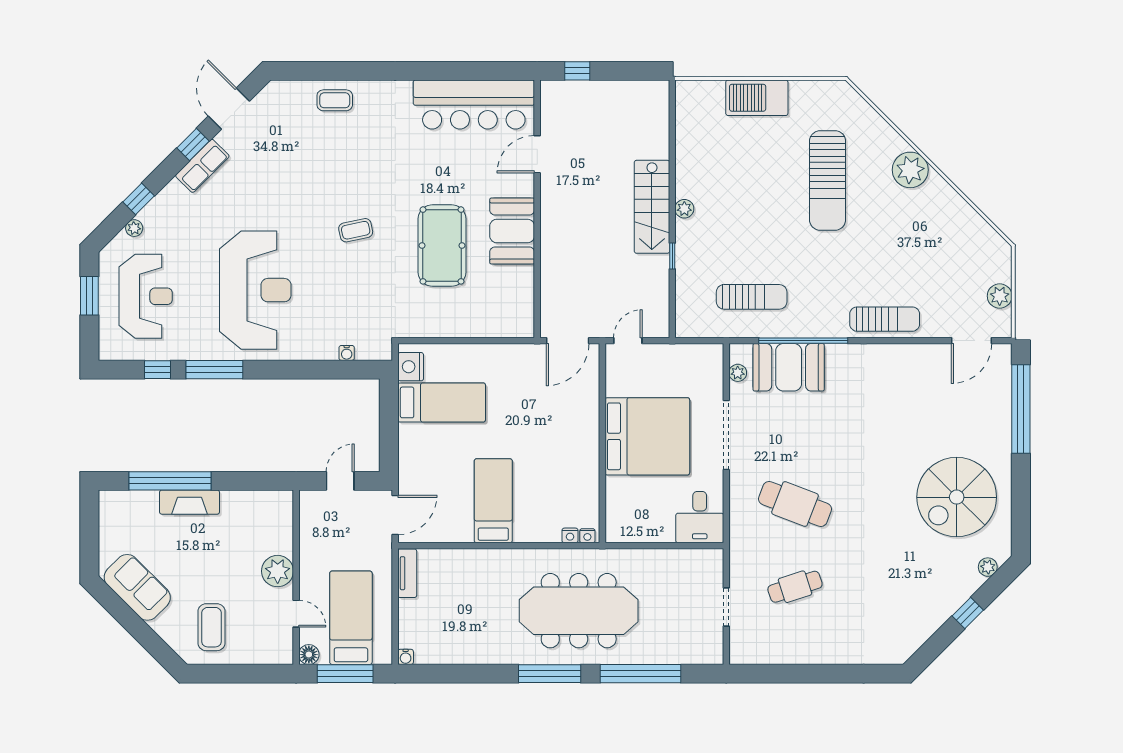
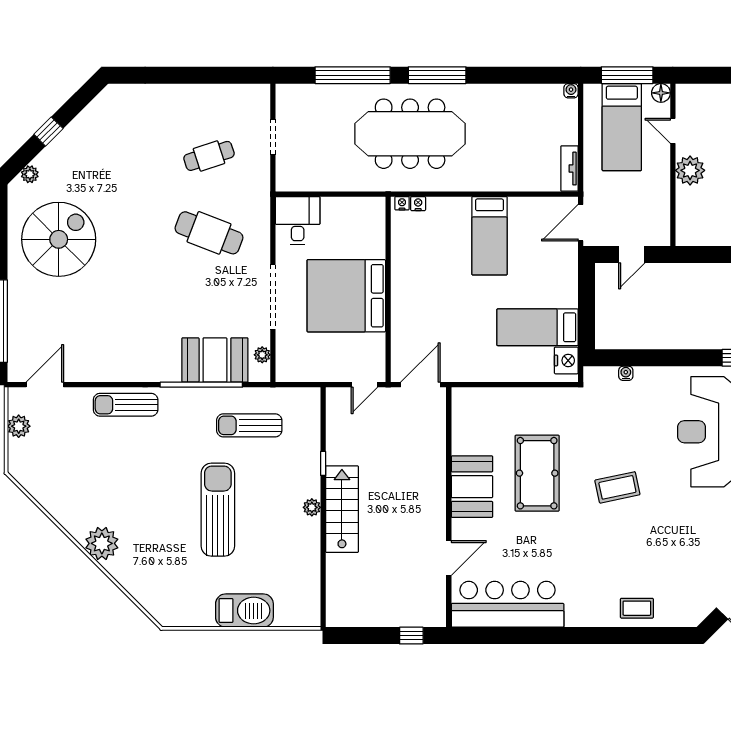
sun lounger: (828, 180) -> (218, 510), moved
coffee table: (356, 230) -> (617, 487), width x1.36, depth x1.30

